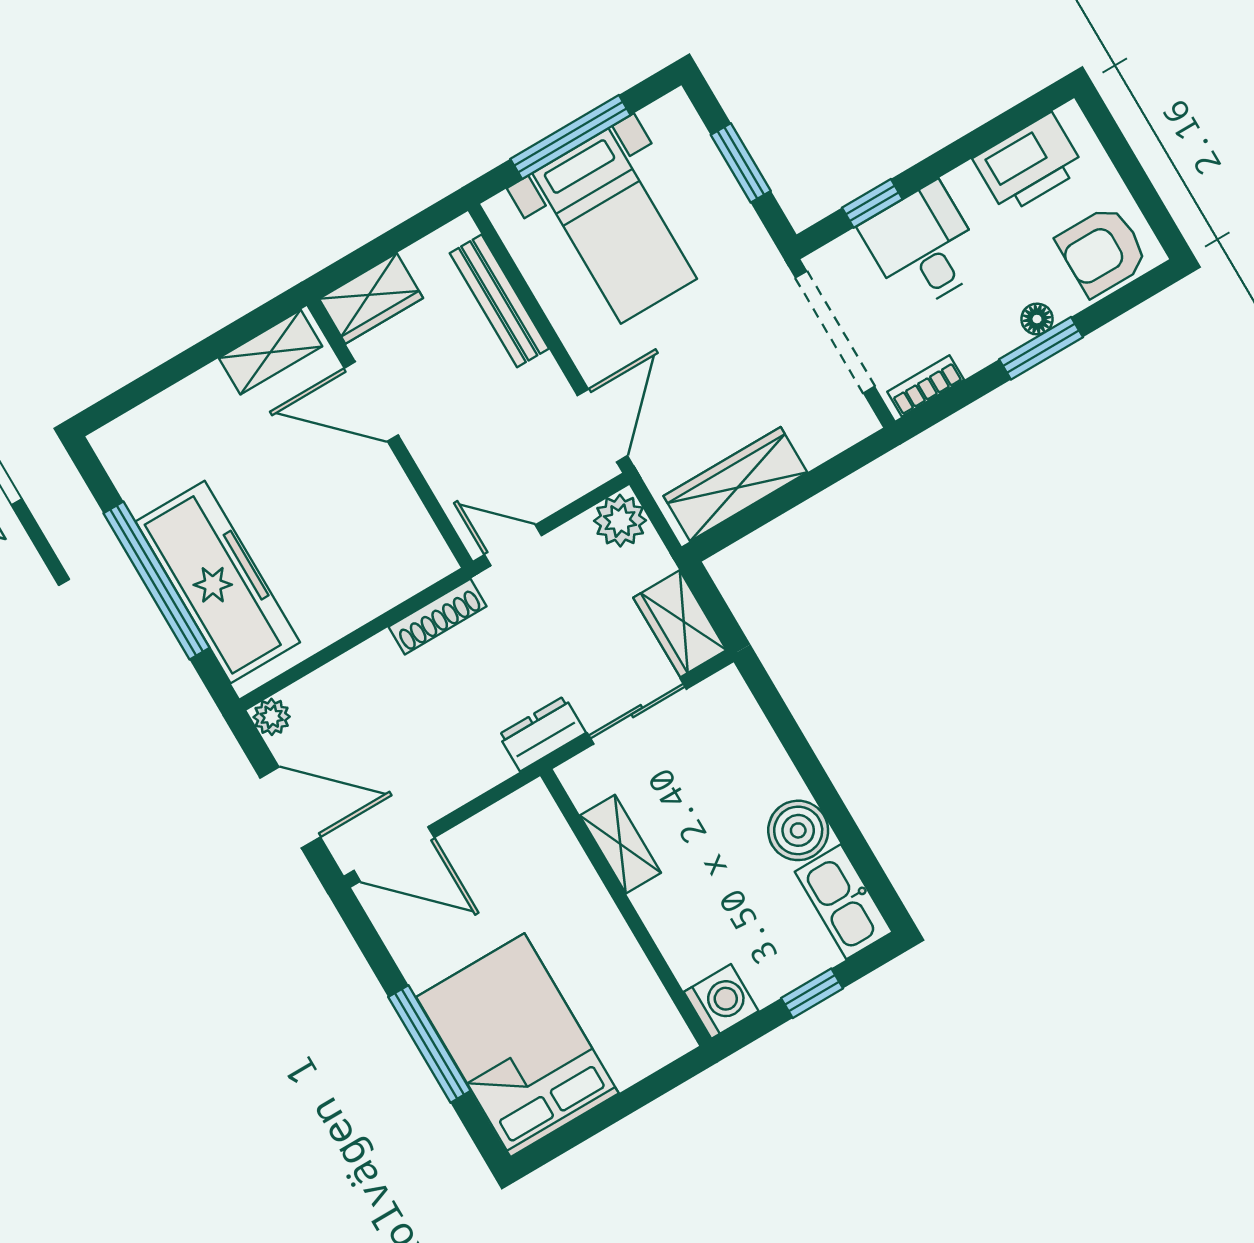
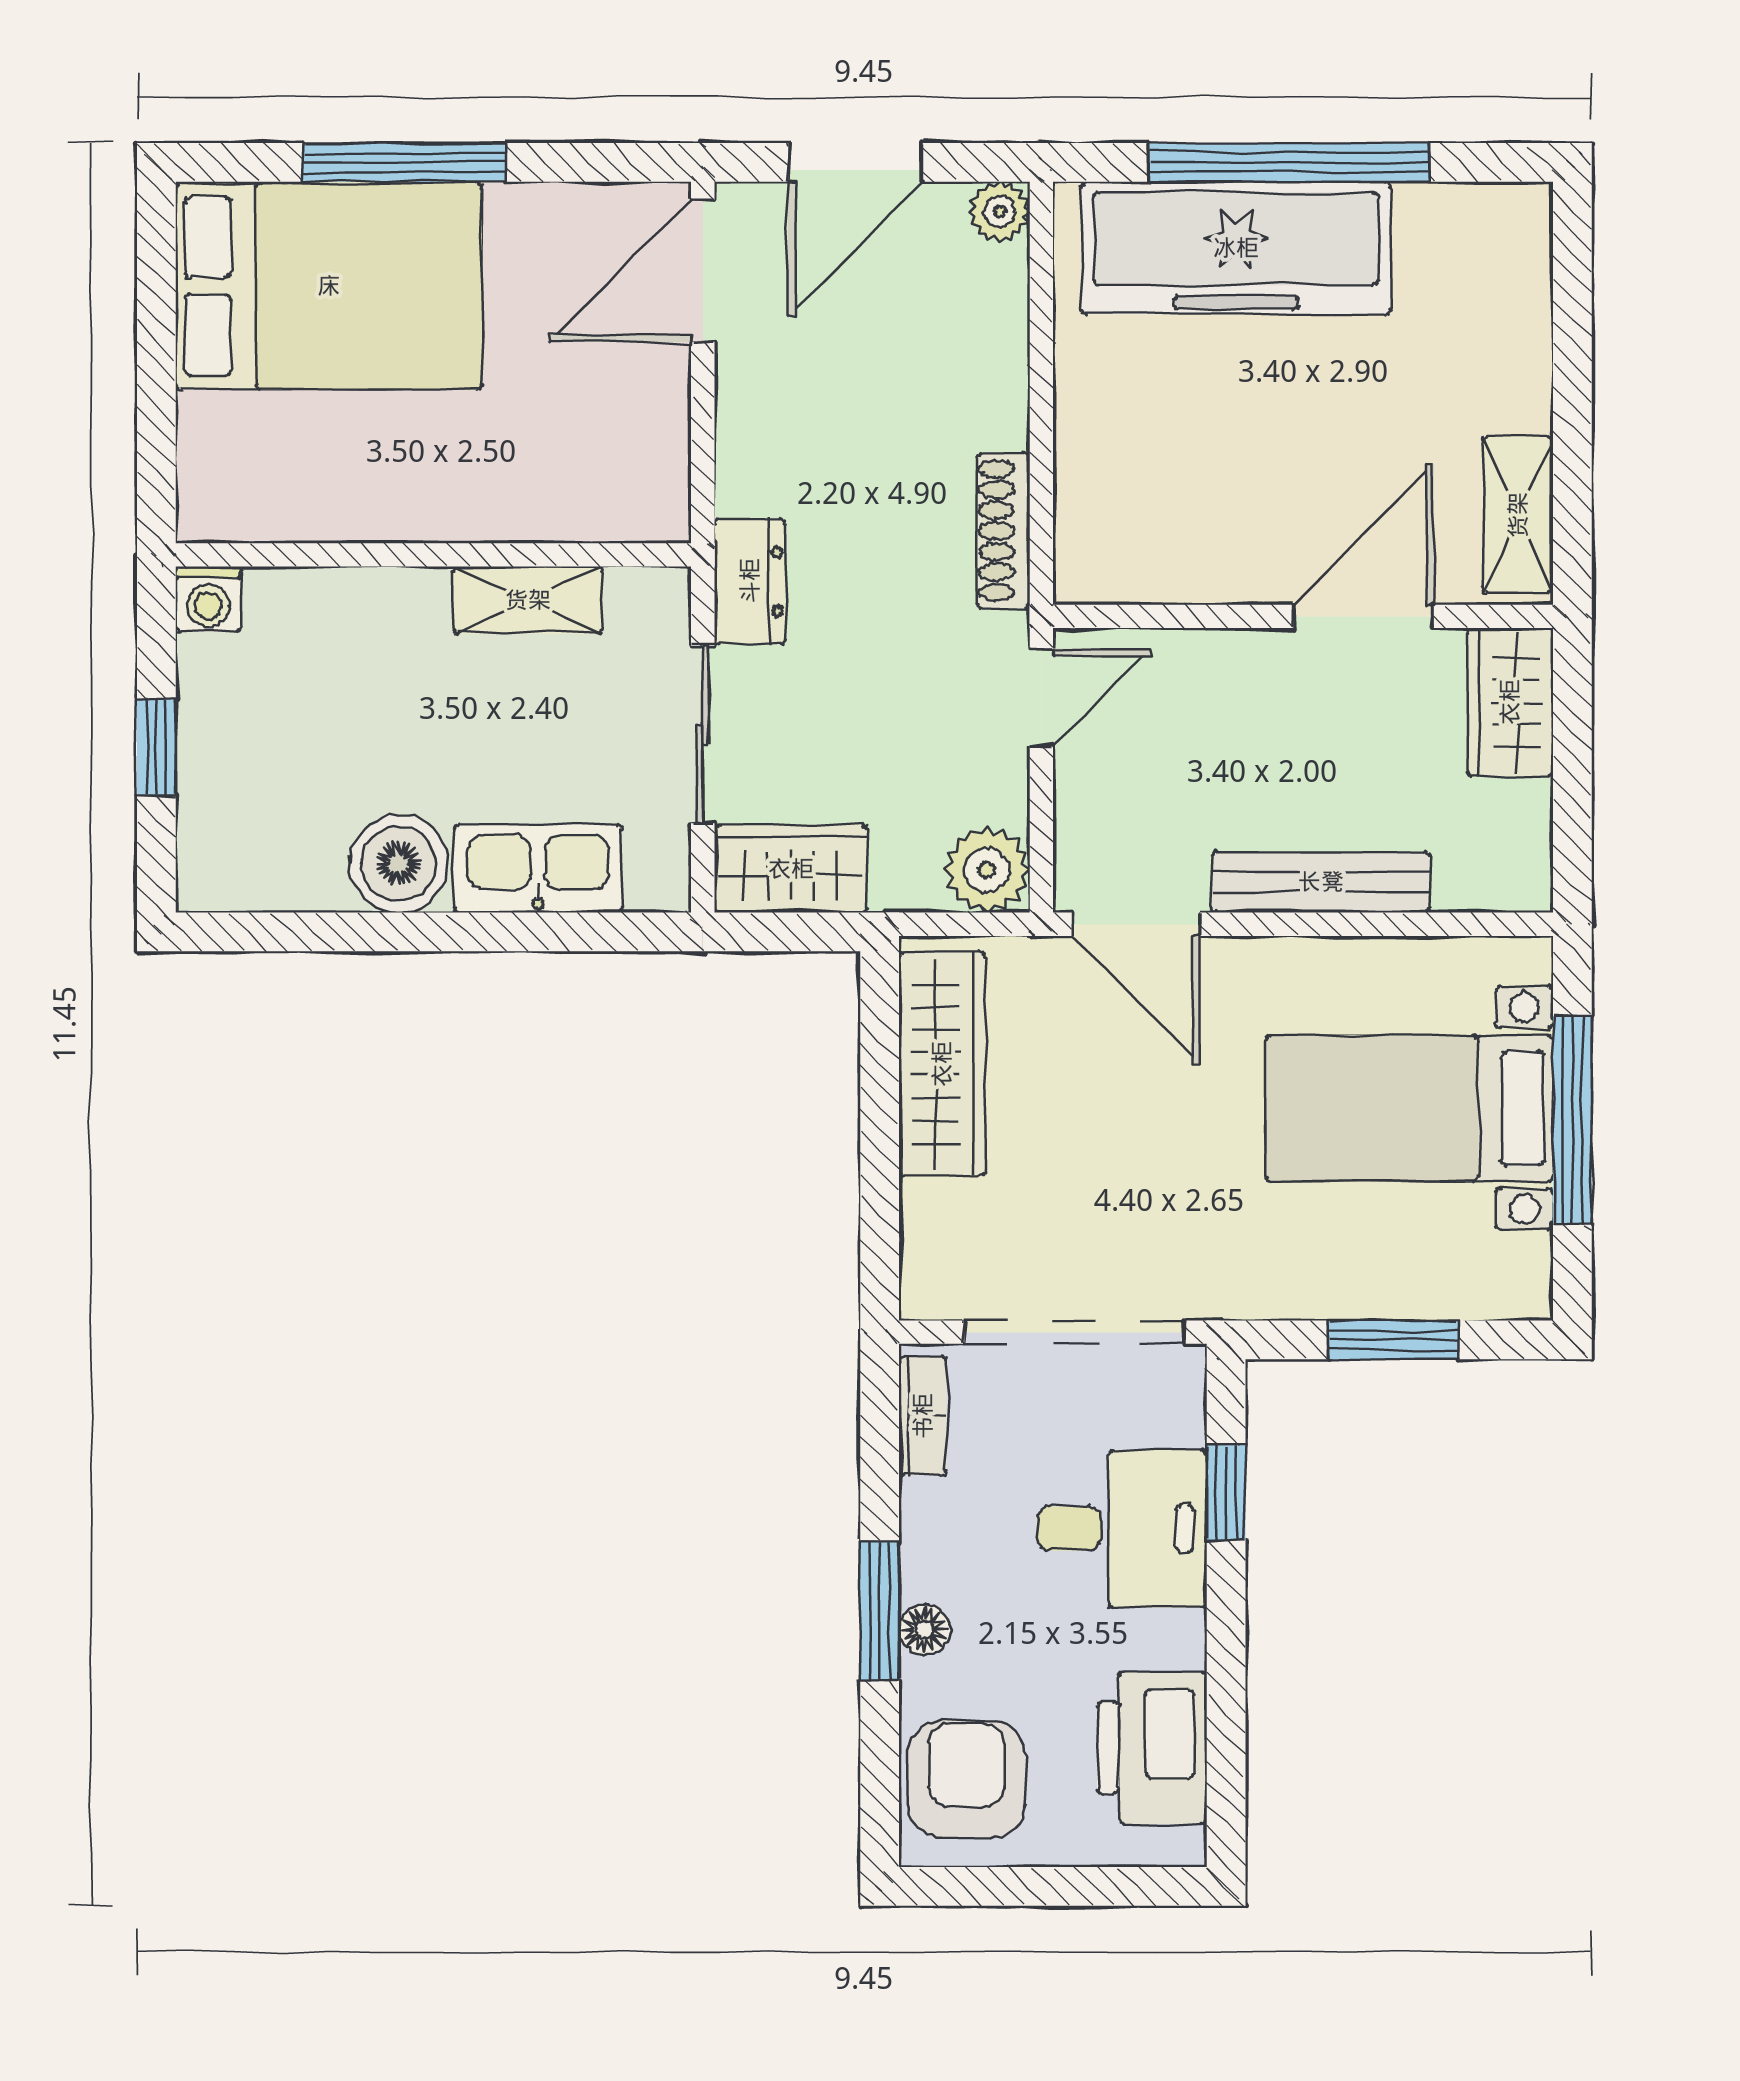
bench: (499, 301) -> (1321, 882), moved
kitchen sink: (844, 902) -> (538, 868), moved
washing machine: (721, 1001) -> (208, 599), width x0.73, depth x0.73

